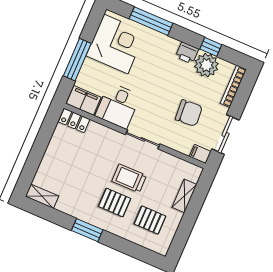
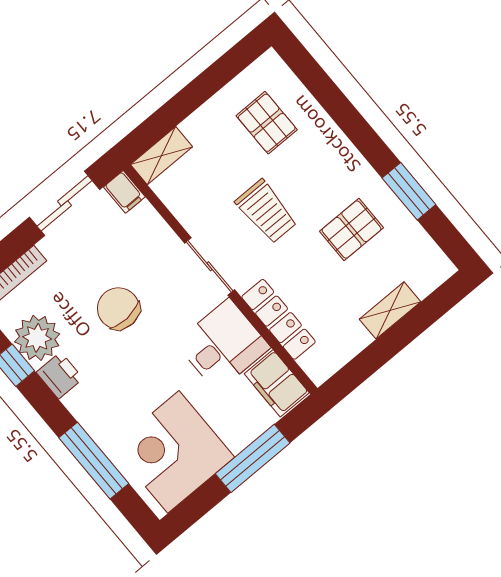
chair: (189, 113) -> (118, 309), moved
locker: (74, 121) -> (279, 319), moved, width x1.53
shelving: (42, 196) -> (390, 310), moved, turned 90
shelving: (184, 196) -> (161, 156), moved
pallet: (115, 202) -> (351, 229), moved, turned 90
window: (87, 230) -> (409, 191), moved

